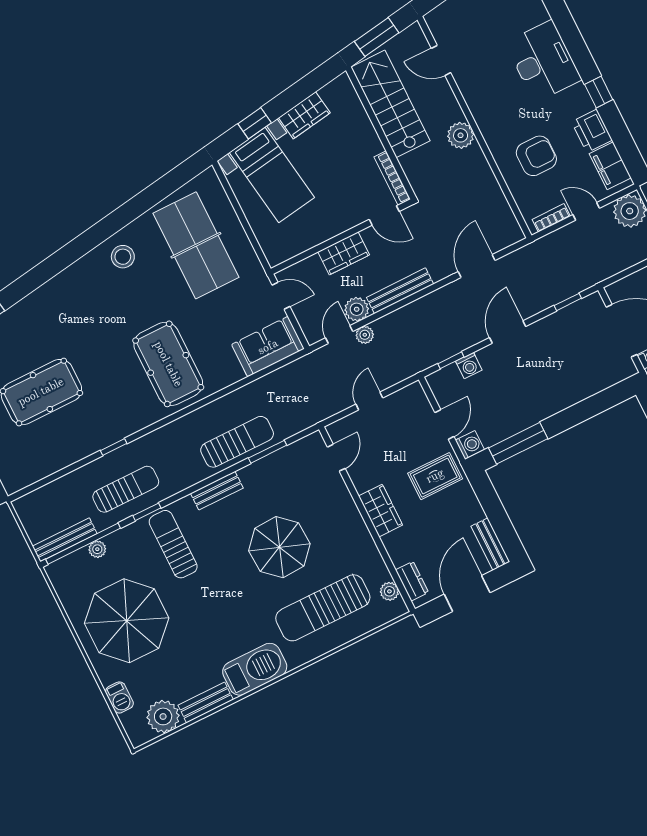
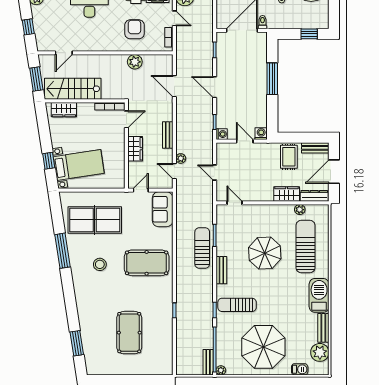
wardrobe: (304, 115) -> (64, 110), moved, turned 99
plant: (461, 135) -> (135, 62), moved
door: (586, 211) -> (174, 18), swing flipped
window: (120, 218) -> (63, 251), added
stool: (123, 257) -> (100, 264), moved
bench: (400, 291) -> (168, 135), width x0.73
plant: (357, 309) -> (166, 156), removed
washing machine: (469, 366) -> (222, 134), moved
window: (518, 443) -> (272, 79), moved
rug: (435, 476) -> (289, 157), moved
sun lounger: (126, 489) -> (198, 315), removed
wardrobe: (381, 511) -> (287, 194), moved
bench: (65, 540) -> (208, 362), width x0.73
plant: (97, 549) -> (221, 370), moved
dresser: (412, 581) -> (314, 196), width x1.44
plant: (389, 591) -> (300, 210), moved
door: (467, 593) -> (334, 172), hinge flipped
sun lounger: (323, 608) -> (305, 247), turned 180

